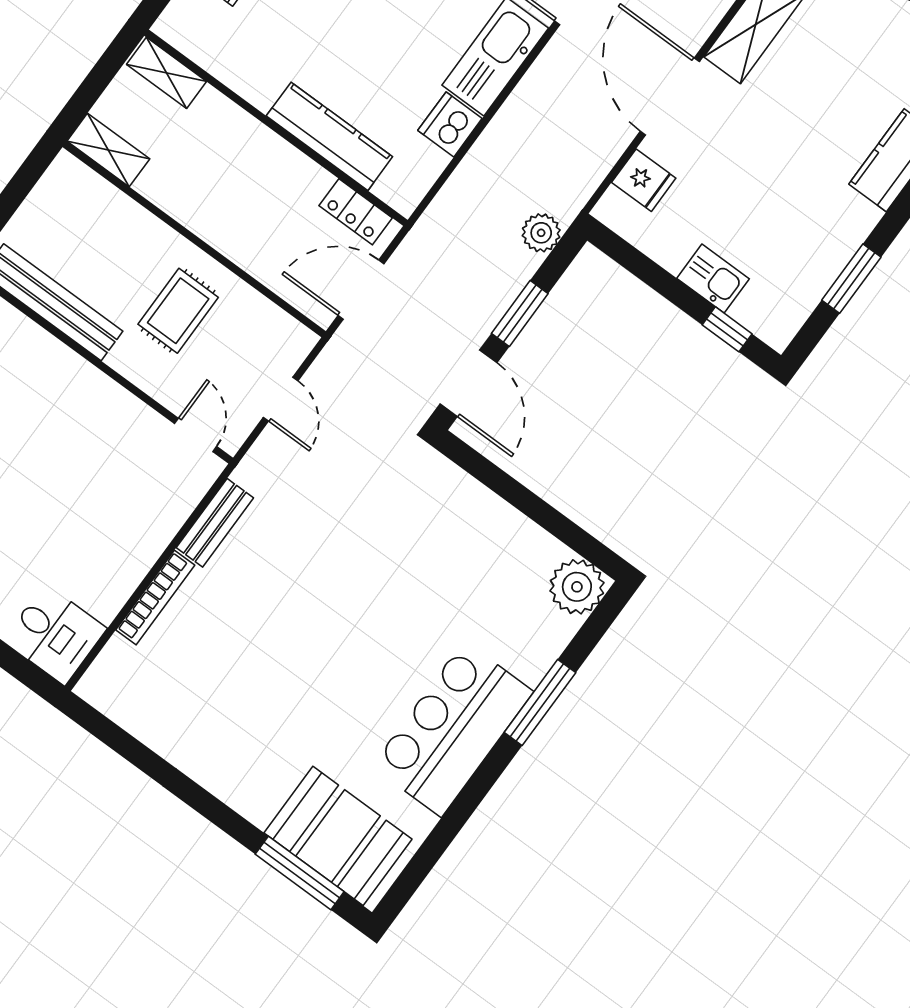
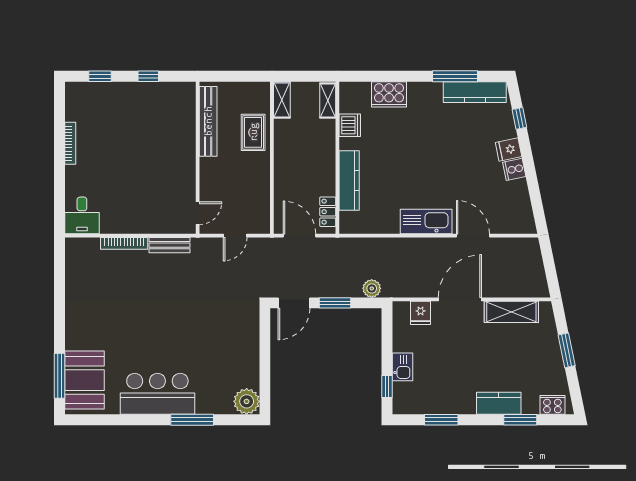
dishwasher: (450, 124) -> (350, 125), moved, turned 90
rug: (178, 311) -> (253, 132), moved, turned 90

